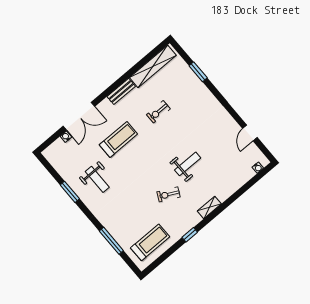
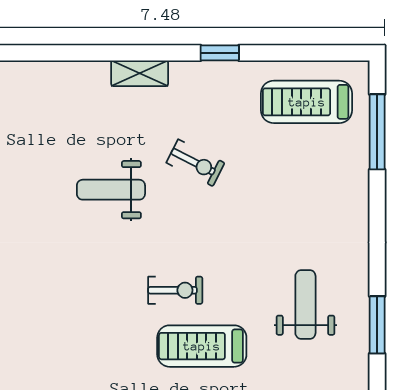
exercise bike: (158, 112) -> (175, 290), moved
window: (111, 241) -> (377, 132), moved

